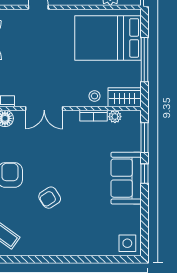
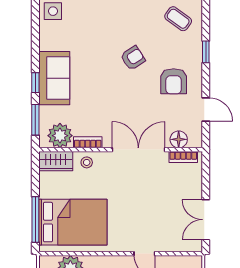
window: (144, 60) -> (35, 220), moved
double door: (44, 108) -> (138, 150), width x1.37
plant: (115, 117) -> (60, 136), width x1.88, depth x1.88

